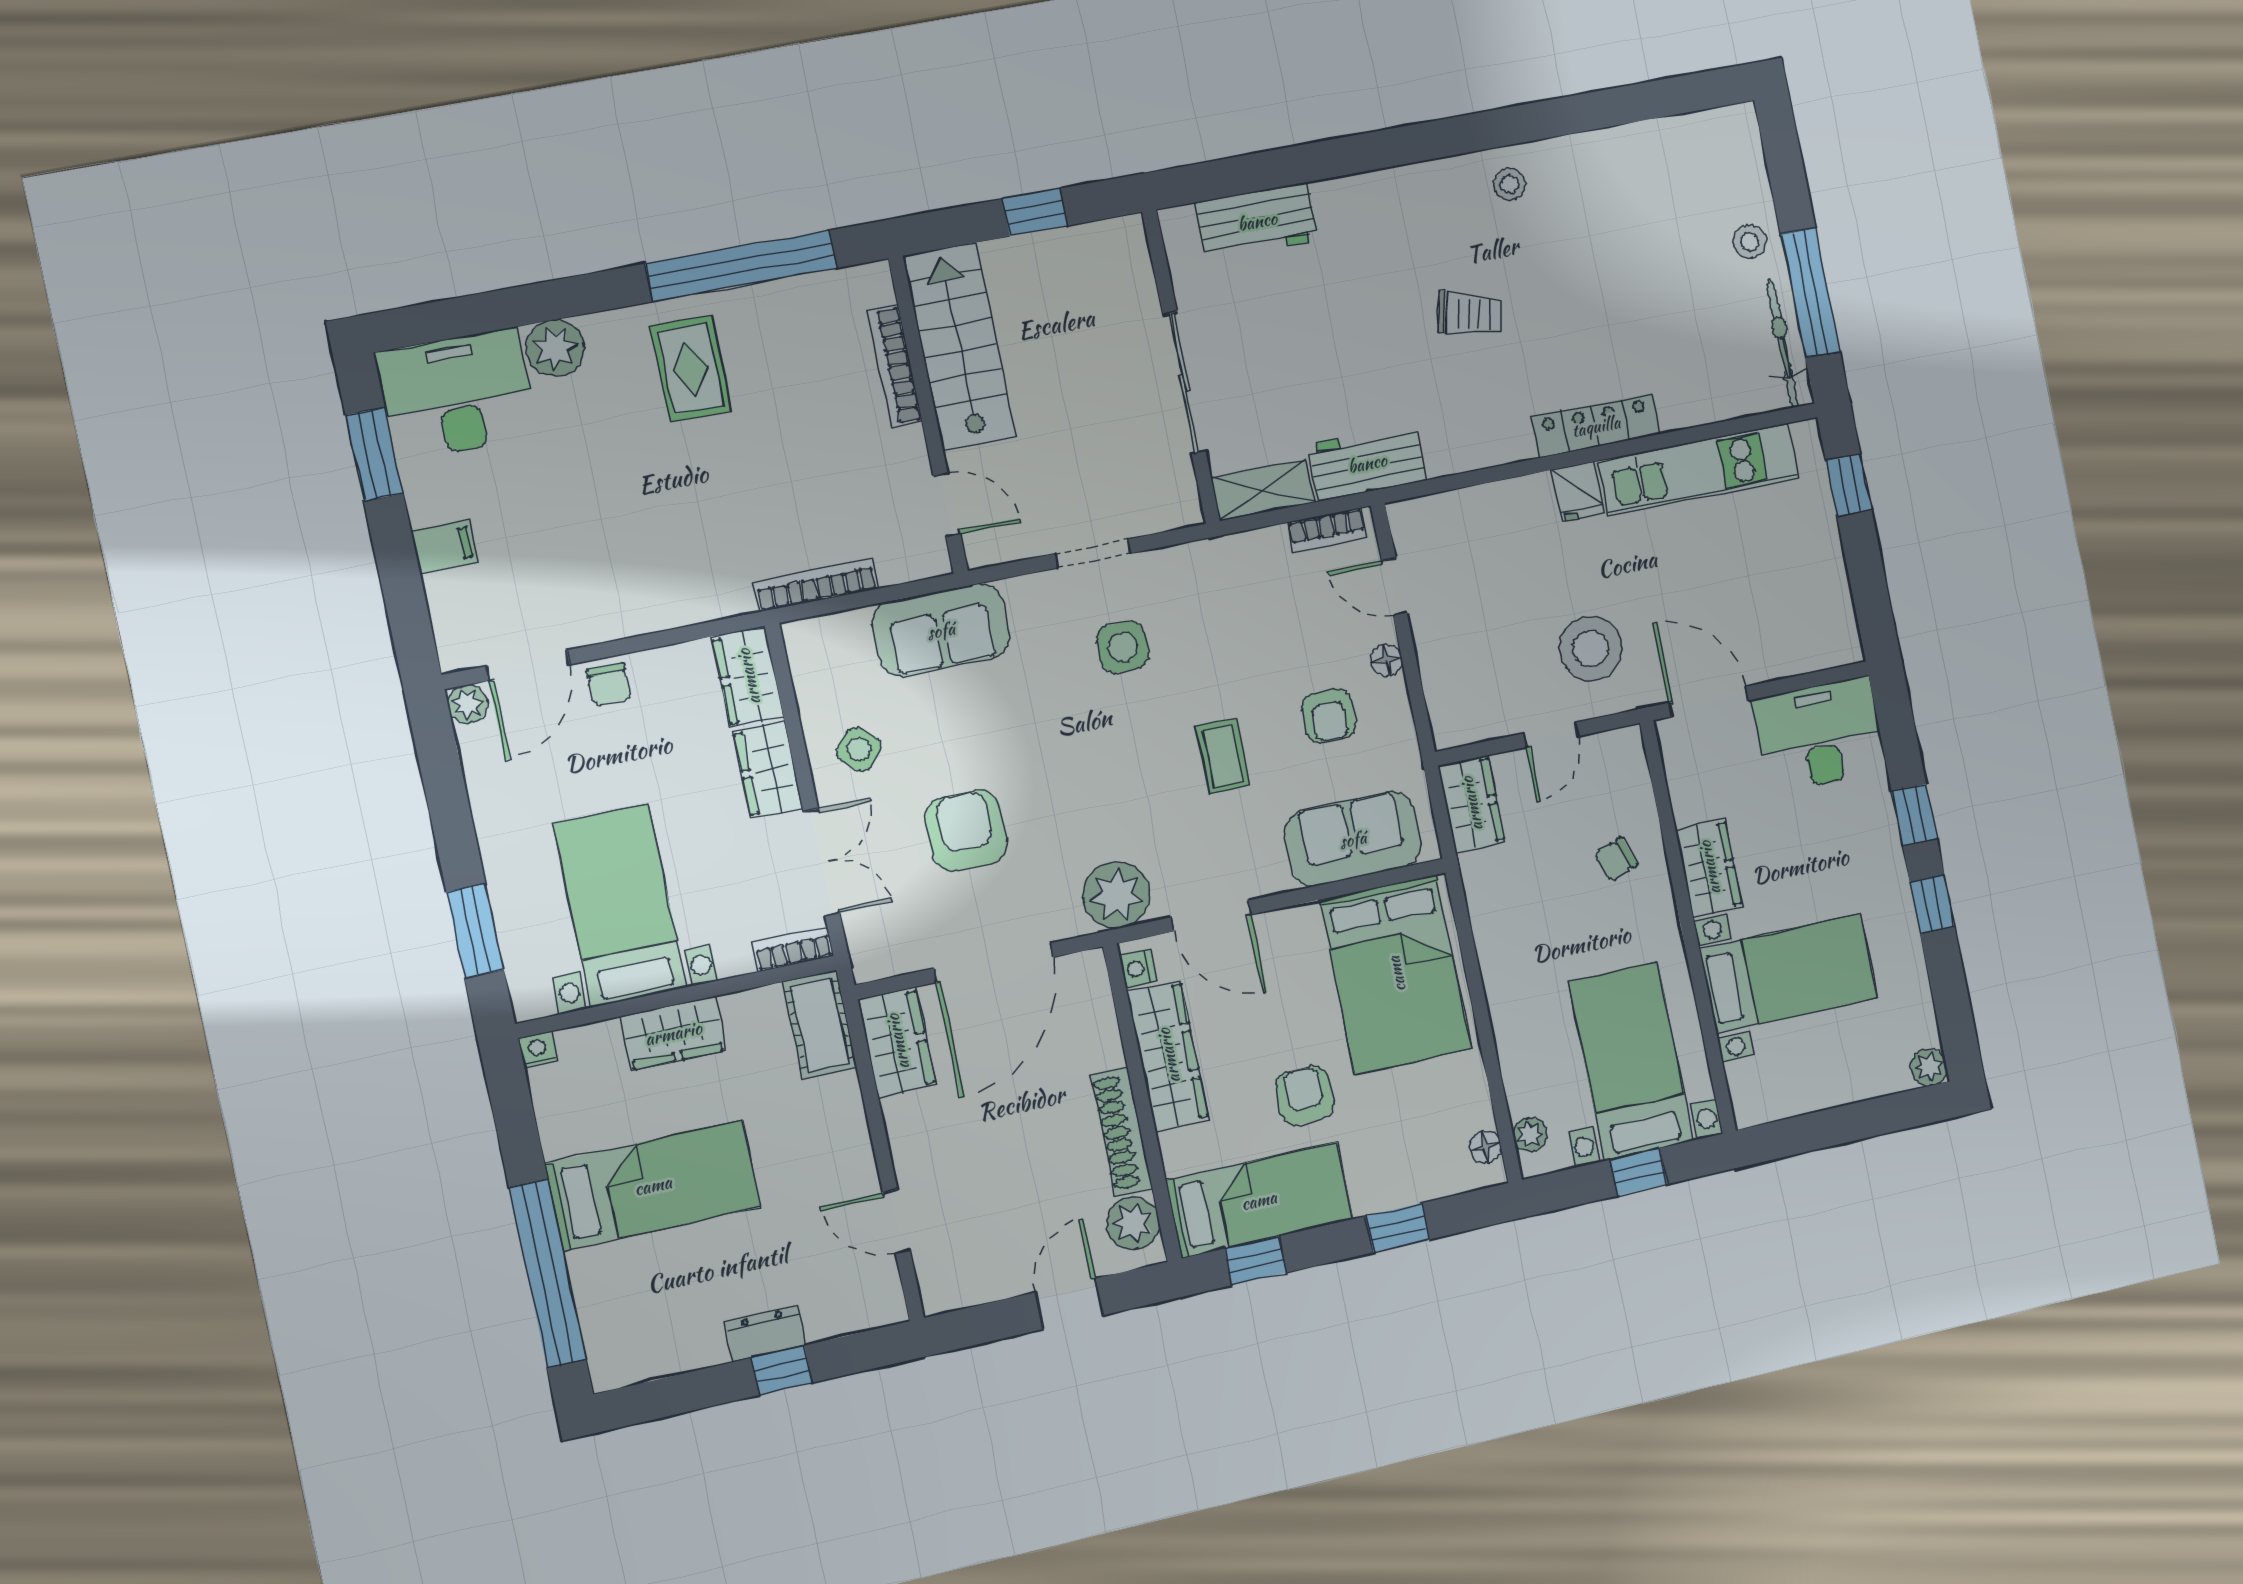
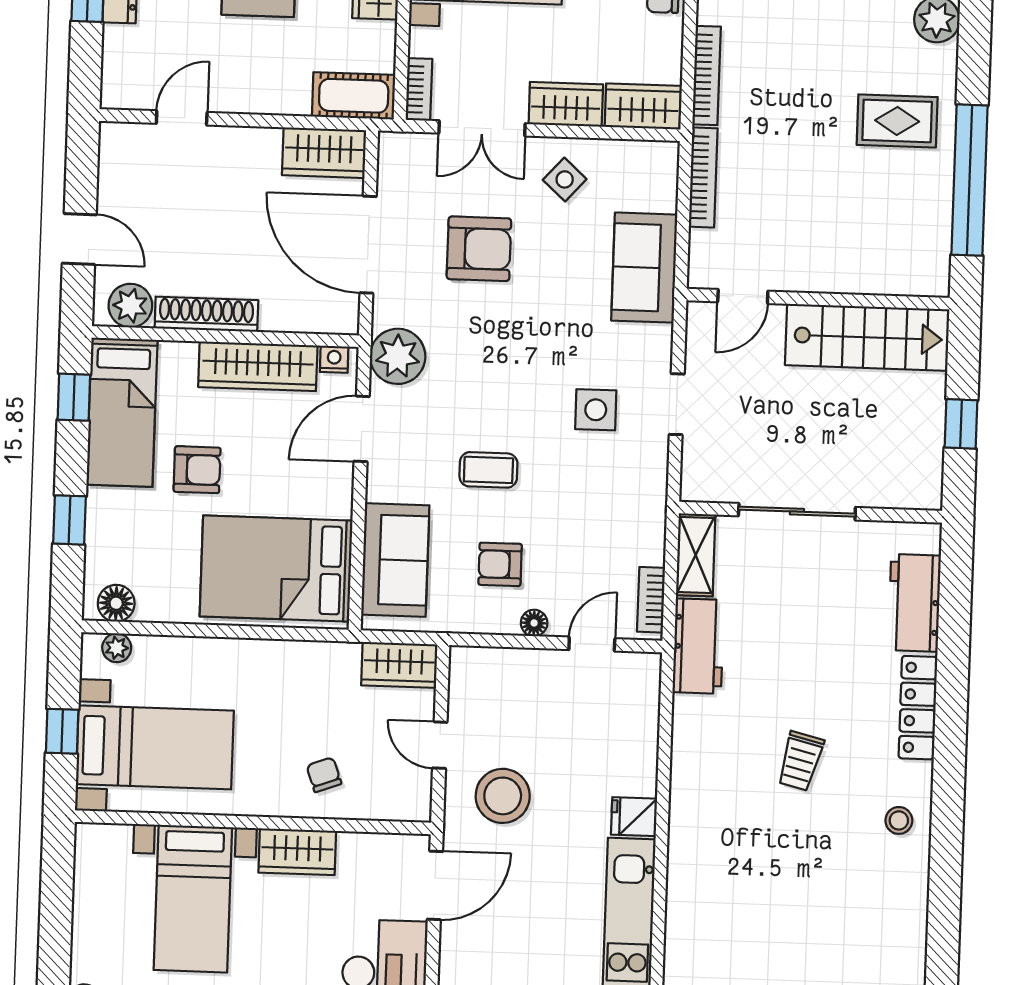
bookcase: (895, 366) -> (707, 75), moved, turned 90
locker: (1596, 426) -> (918, 708), moved, turned 180
floor lamp: (1485, 1147) -> (116, 603), width x1.37, depth x1.37

